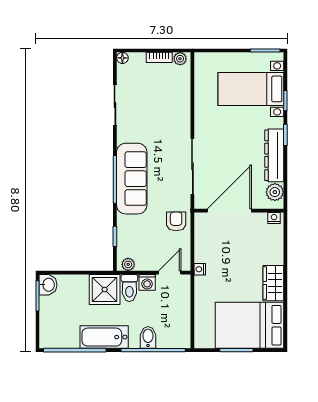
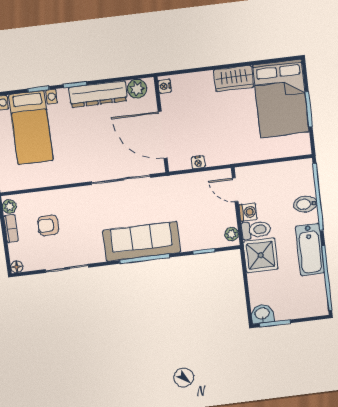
armchair: (176, 221) -> (48, 225), moved
nightstand: (200, 269) -> (198, 162), moved

